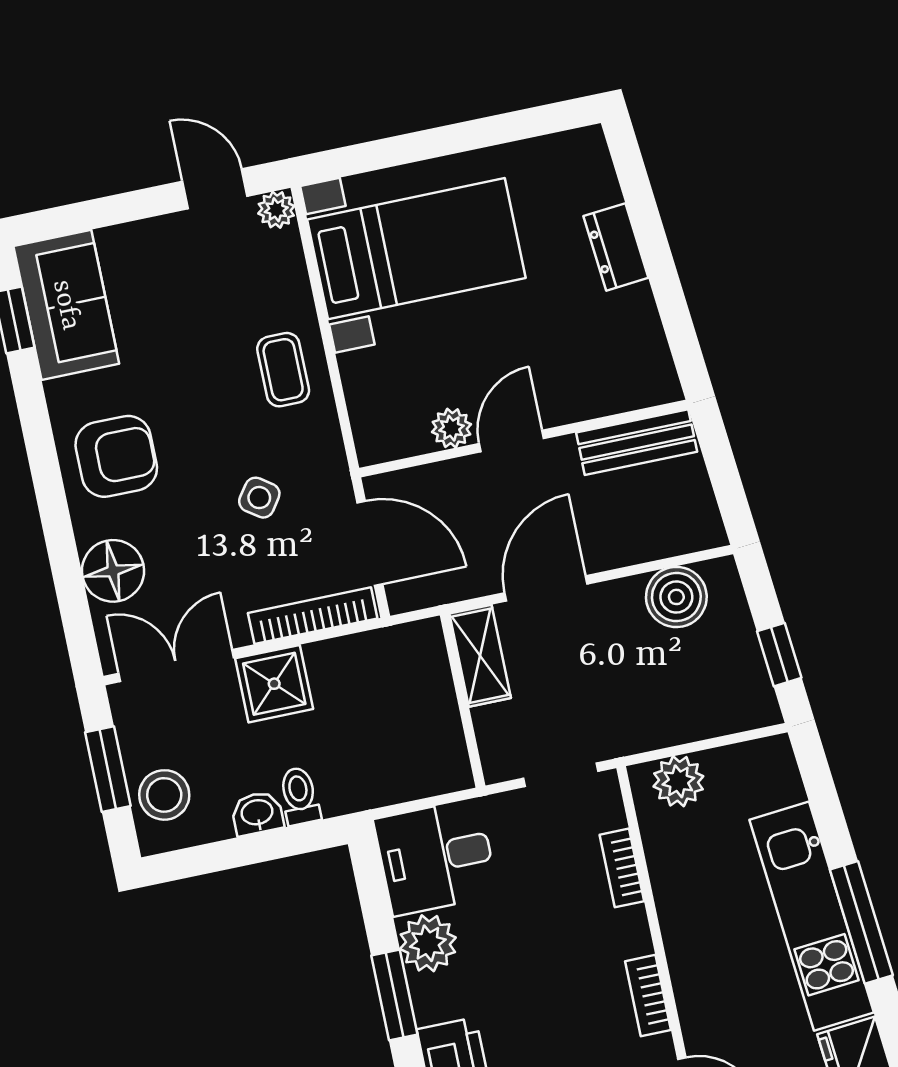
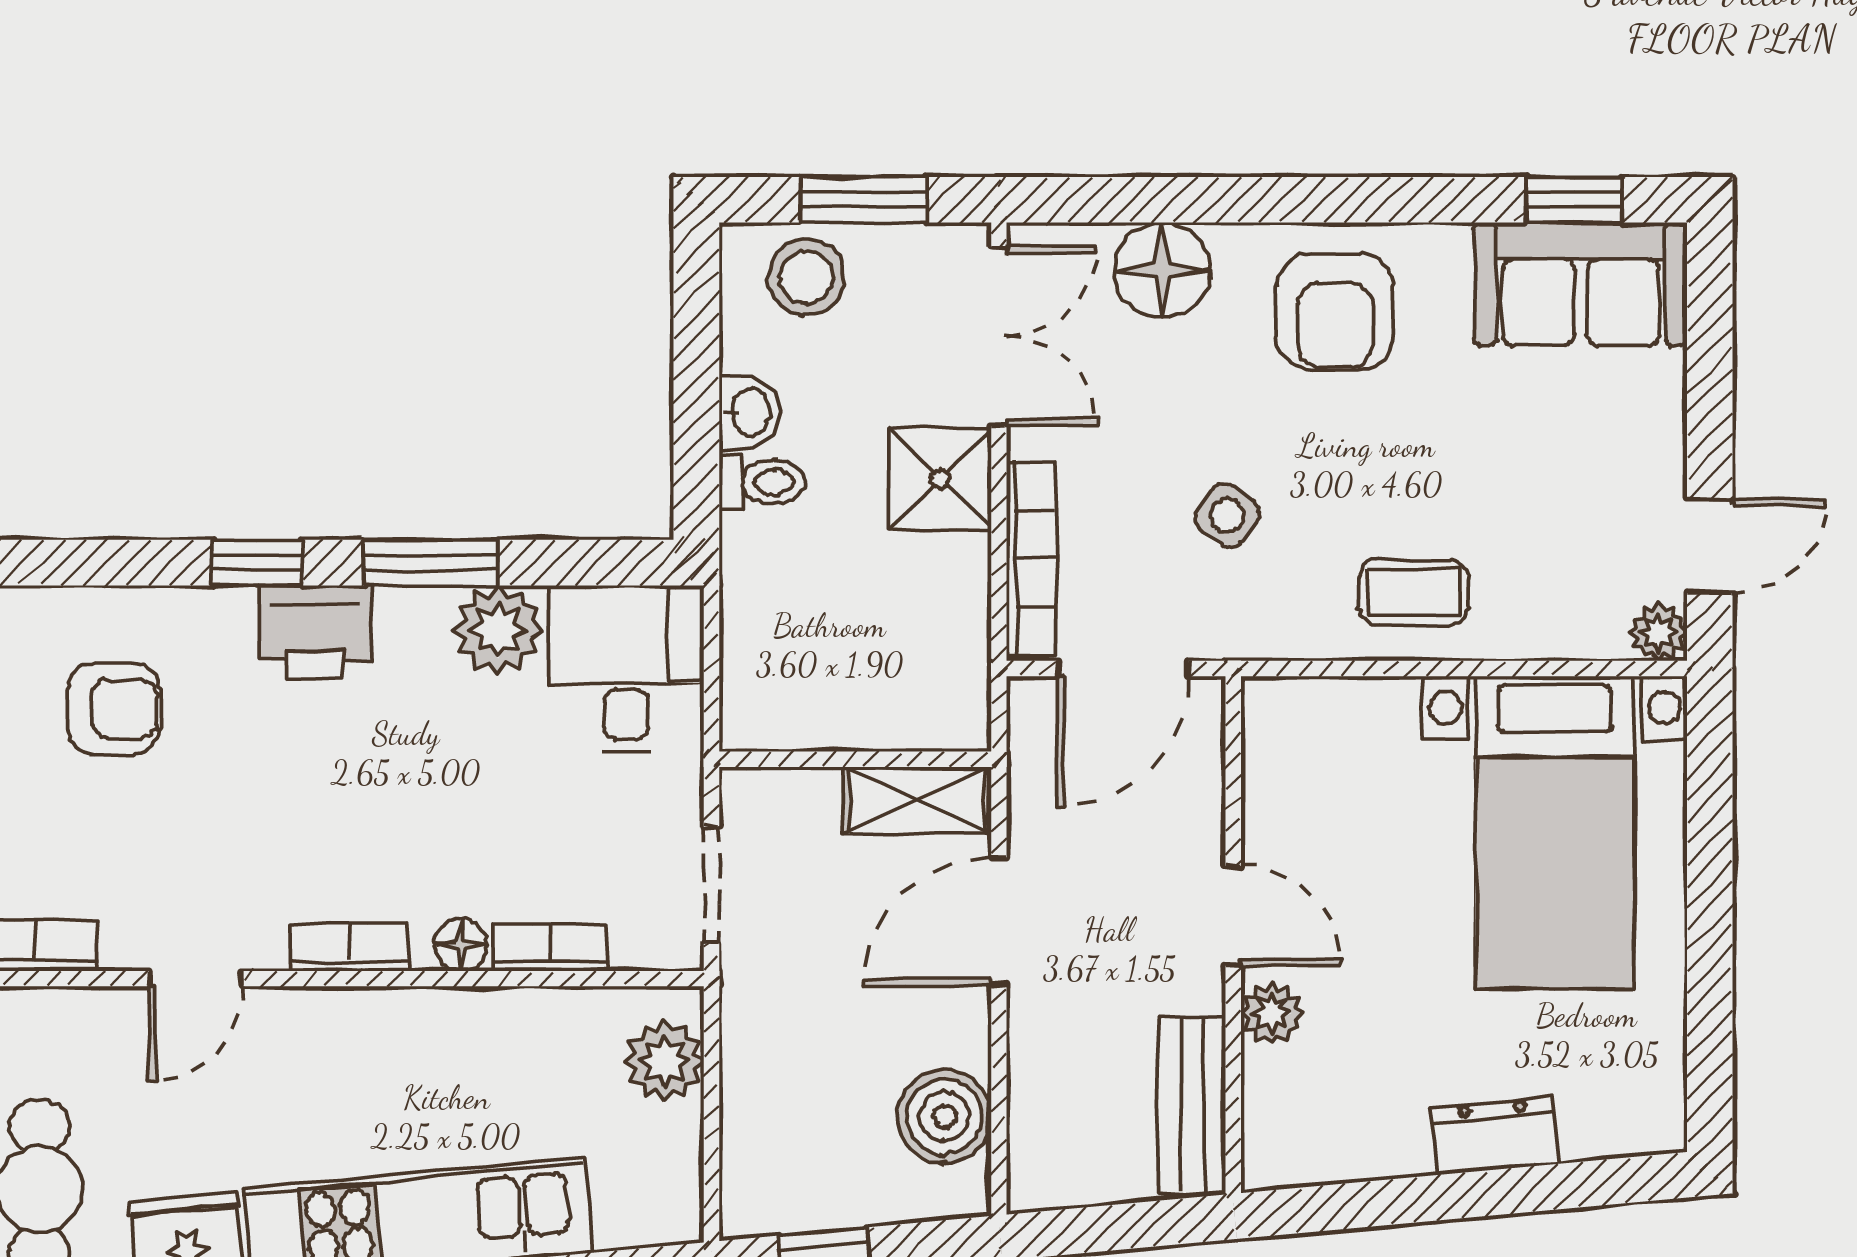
plant: (452, 428) -> (1272, 1013), moved
door: (546, 588) -> (999, 922), swing flipped
floor lamp: (632, 925) -> (461, 945), added

